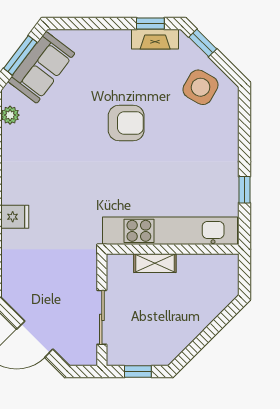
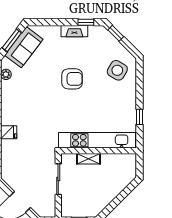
fireplace: (155, 39) -> (74, 31), moved
side table: (201, 87) -> (117, 70), moved
sliding door: (102, 317) -> (58, 179), moved

